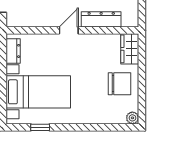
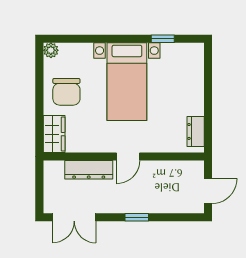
chair: (120, 84) -> (66, 92), turned -90
bed with nightstands: (38, 92) -> (127, 82), moved, turned -90

